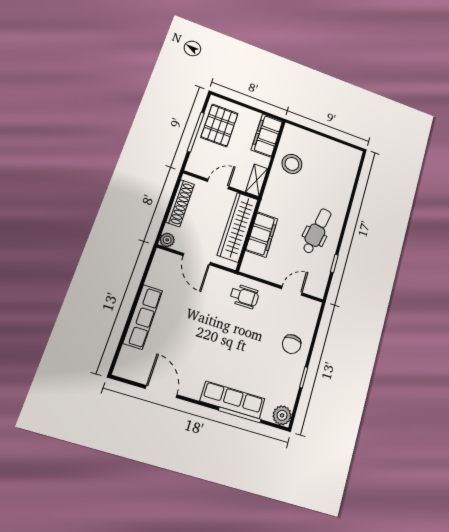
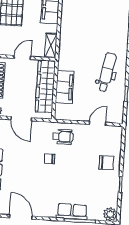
stool: (292, 164) -> (75, 24), removed
chair: (220, 321) -> (49, 159), added
chair: (292, 344) -> (106, 163), turned -90
row of seats: (233, 400) -> (72, 212), width x0.68

